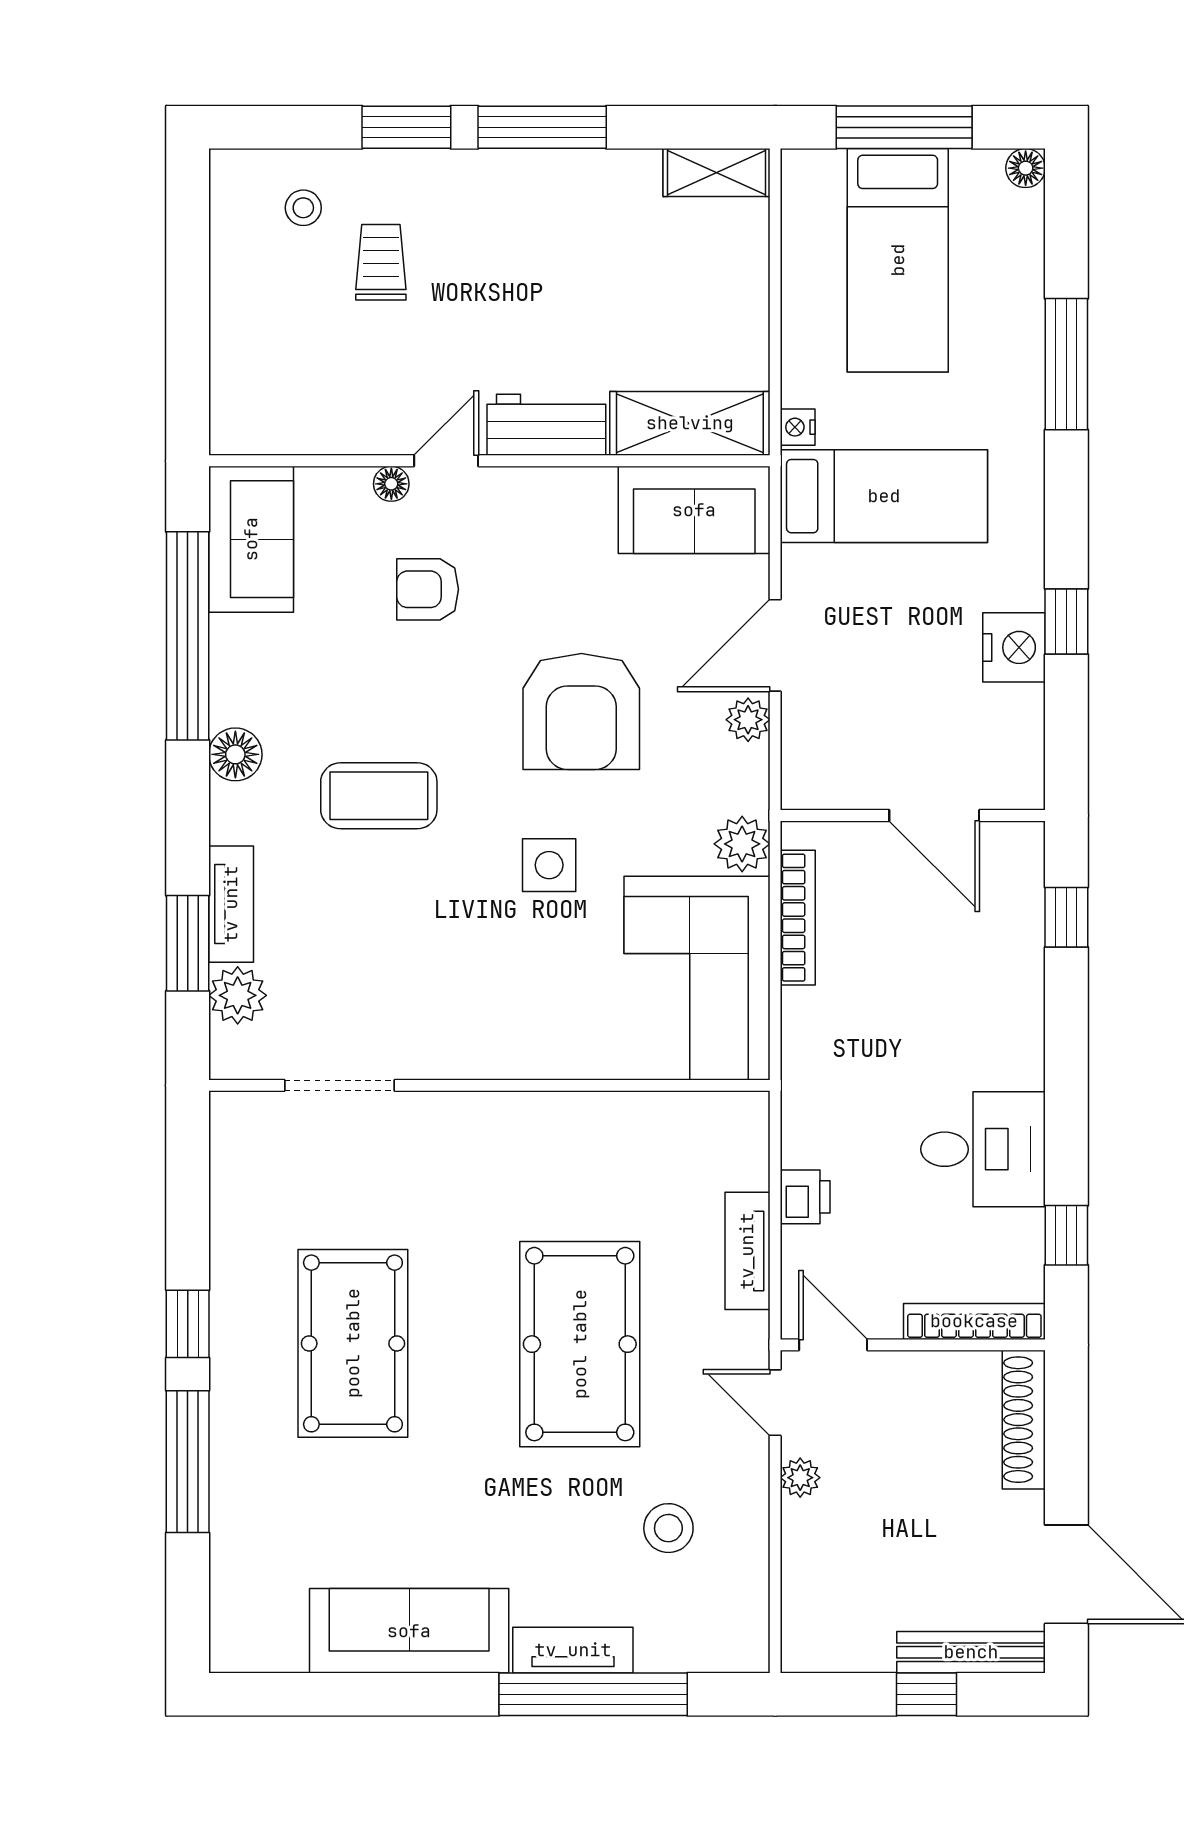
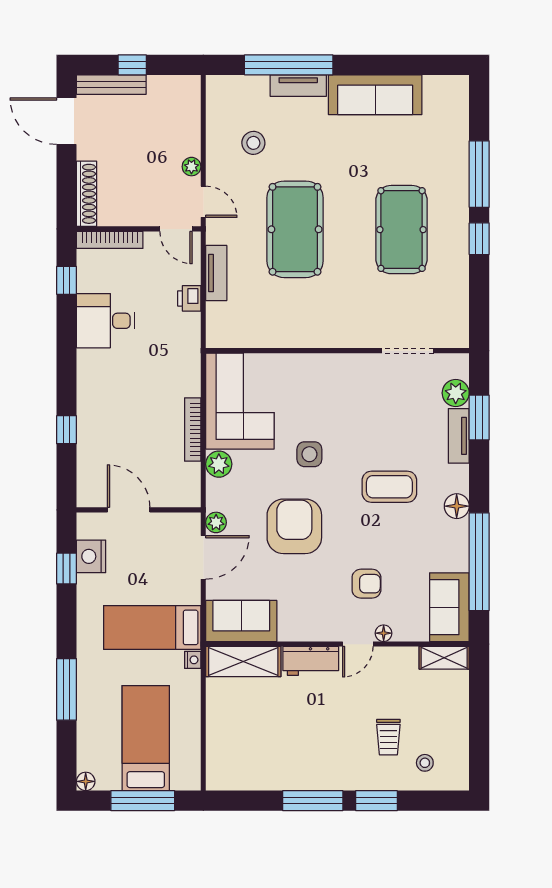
shelving: (716, 172) -> (444, 658), moved
wall: (913, 815) -> (139, 510), moved
door: (934, 815) -> (129, 510), moved

